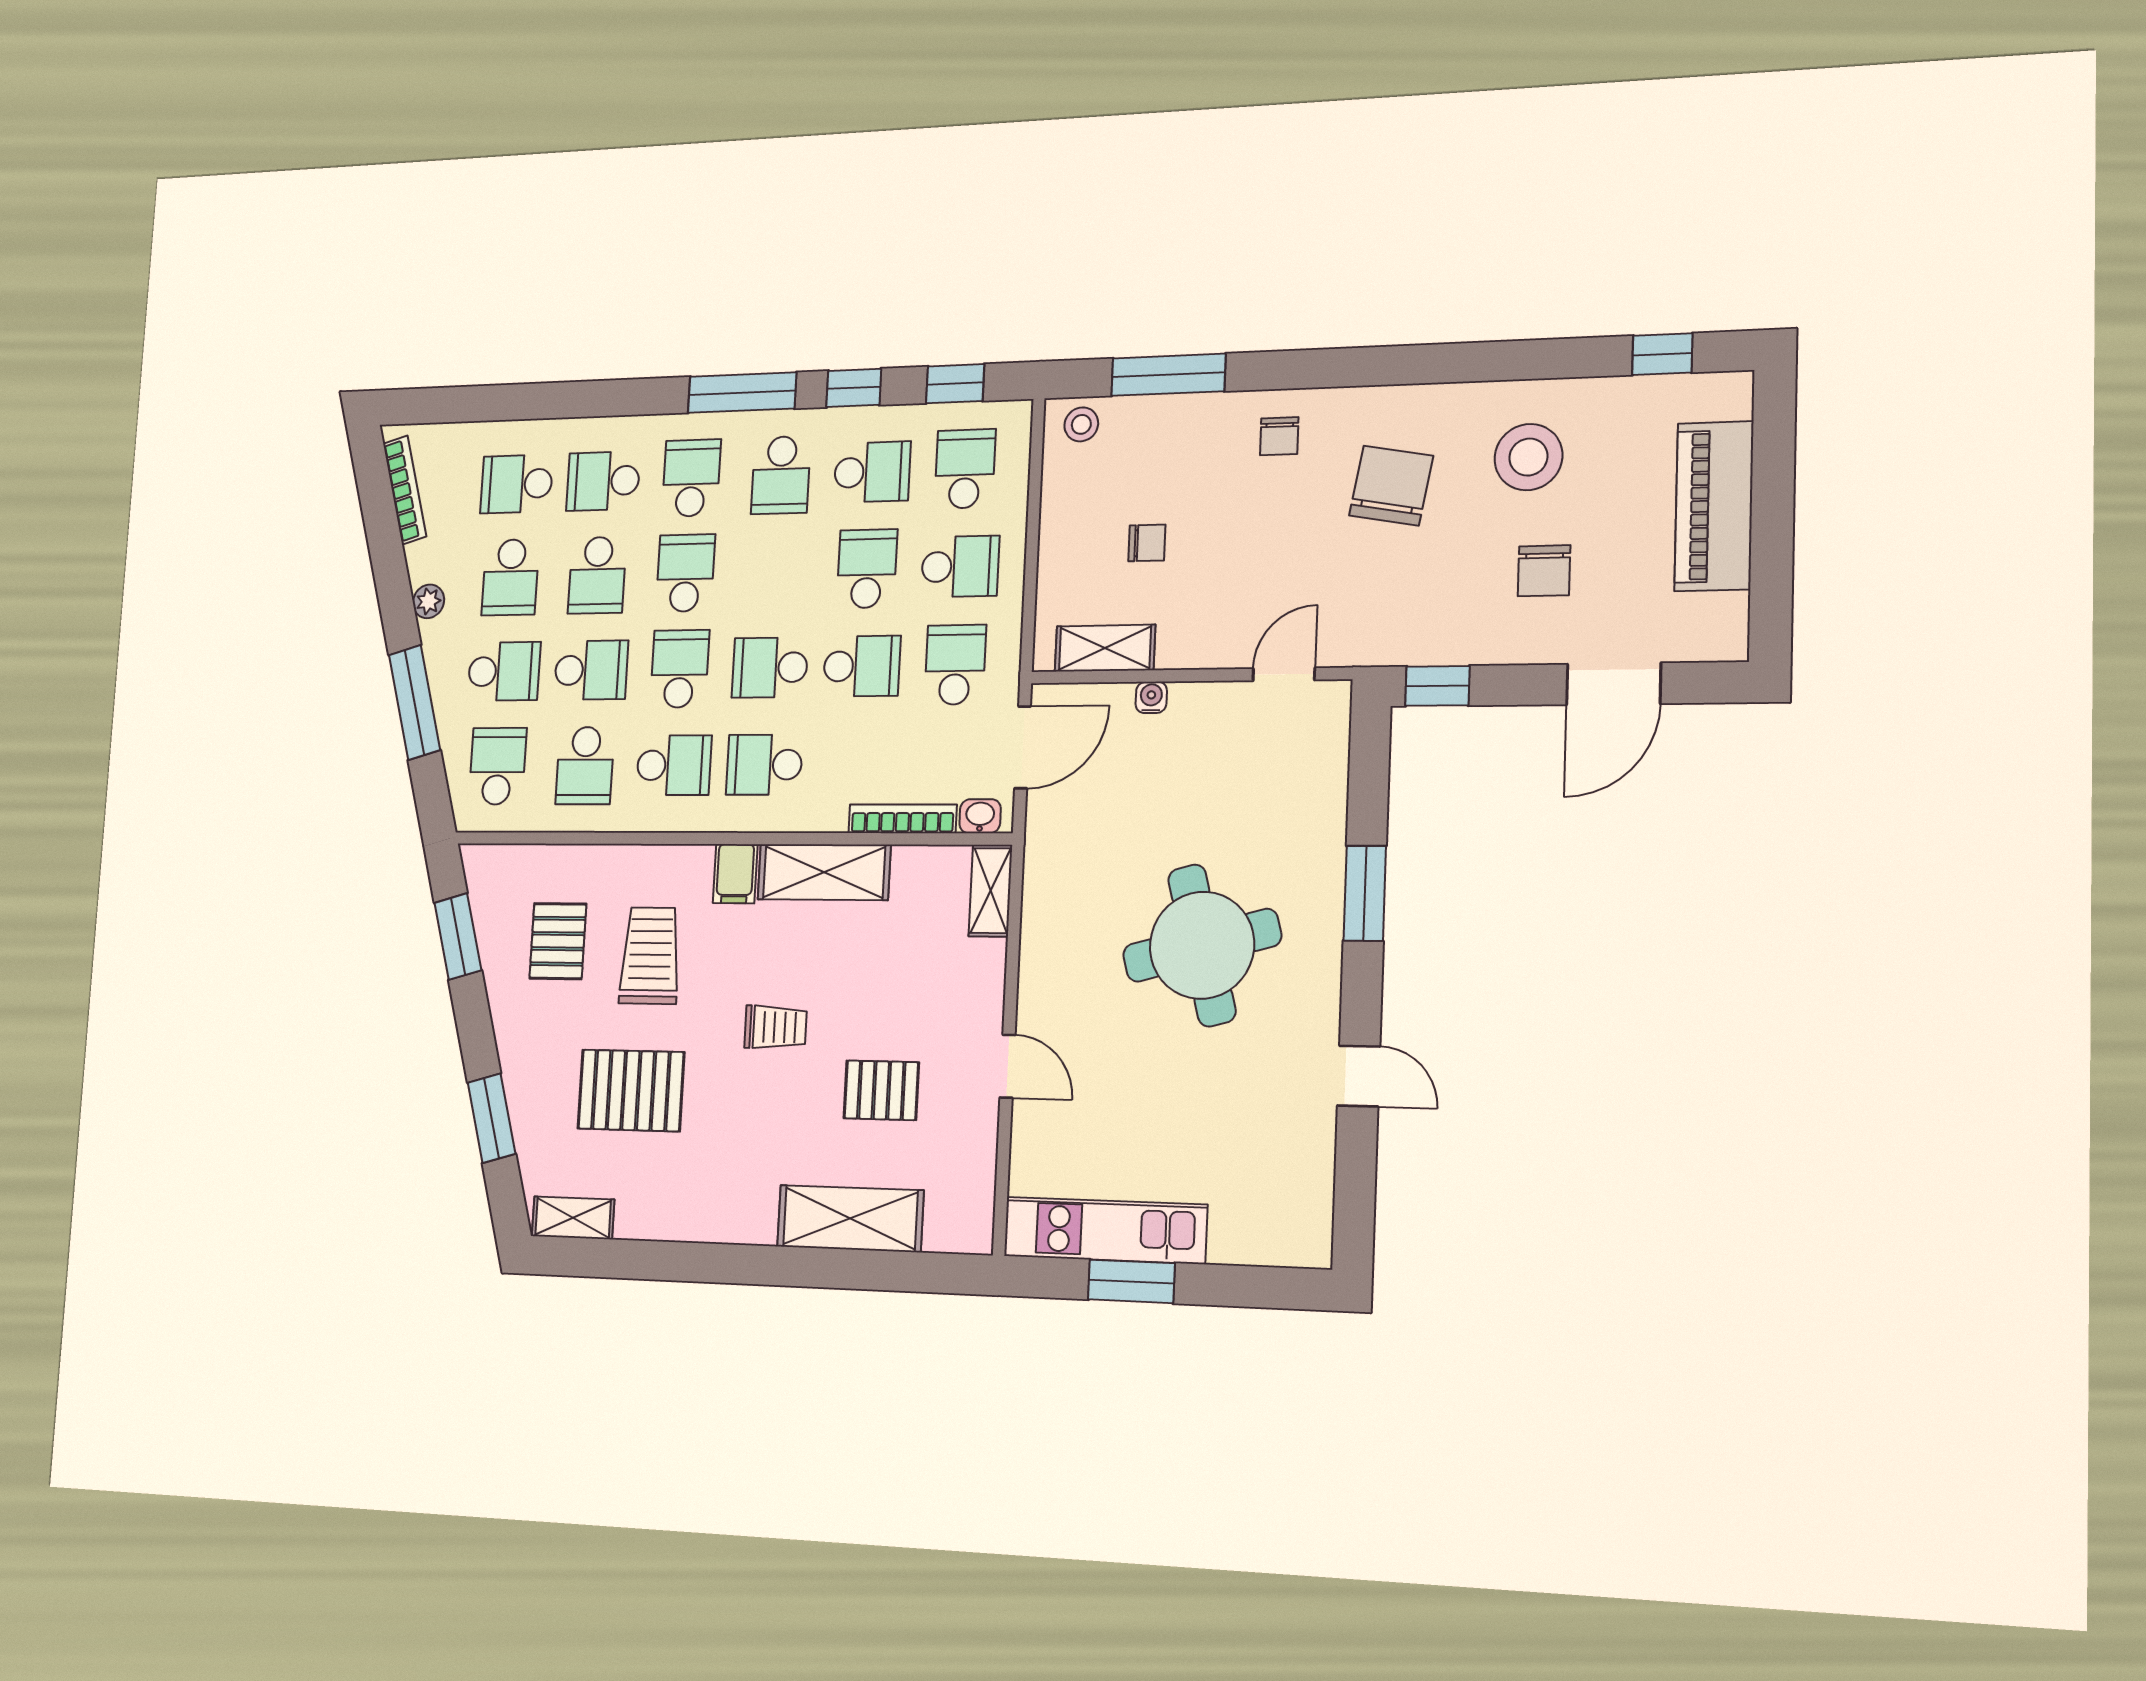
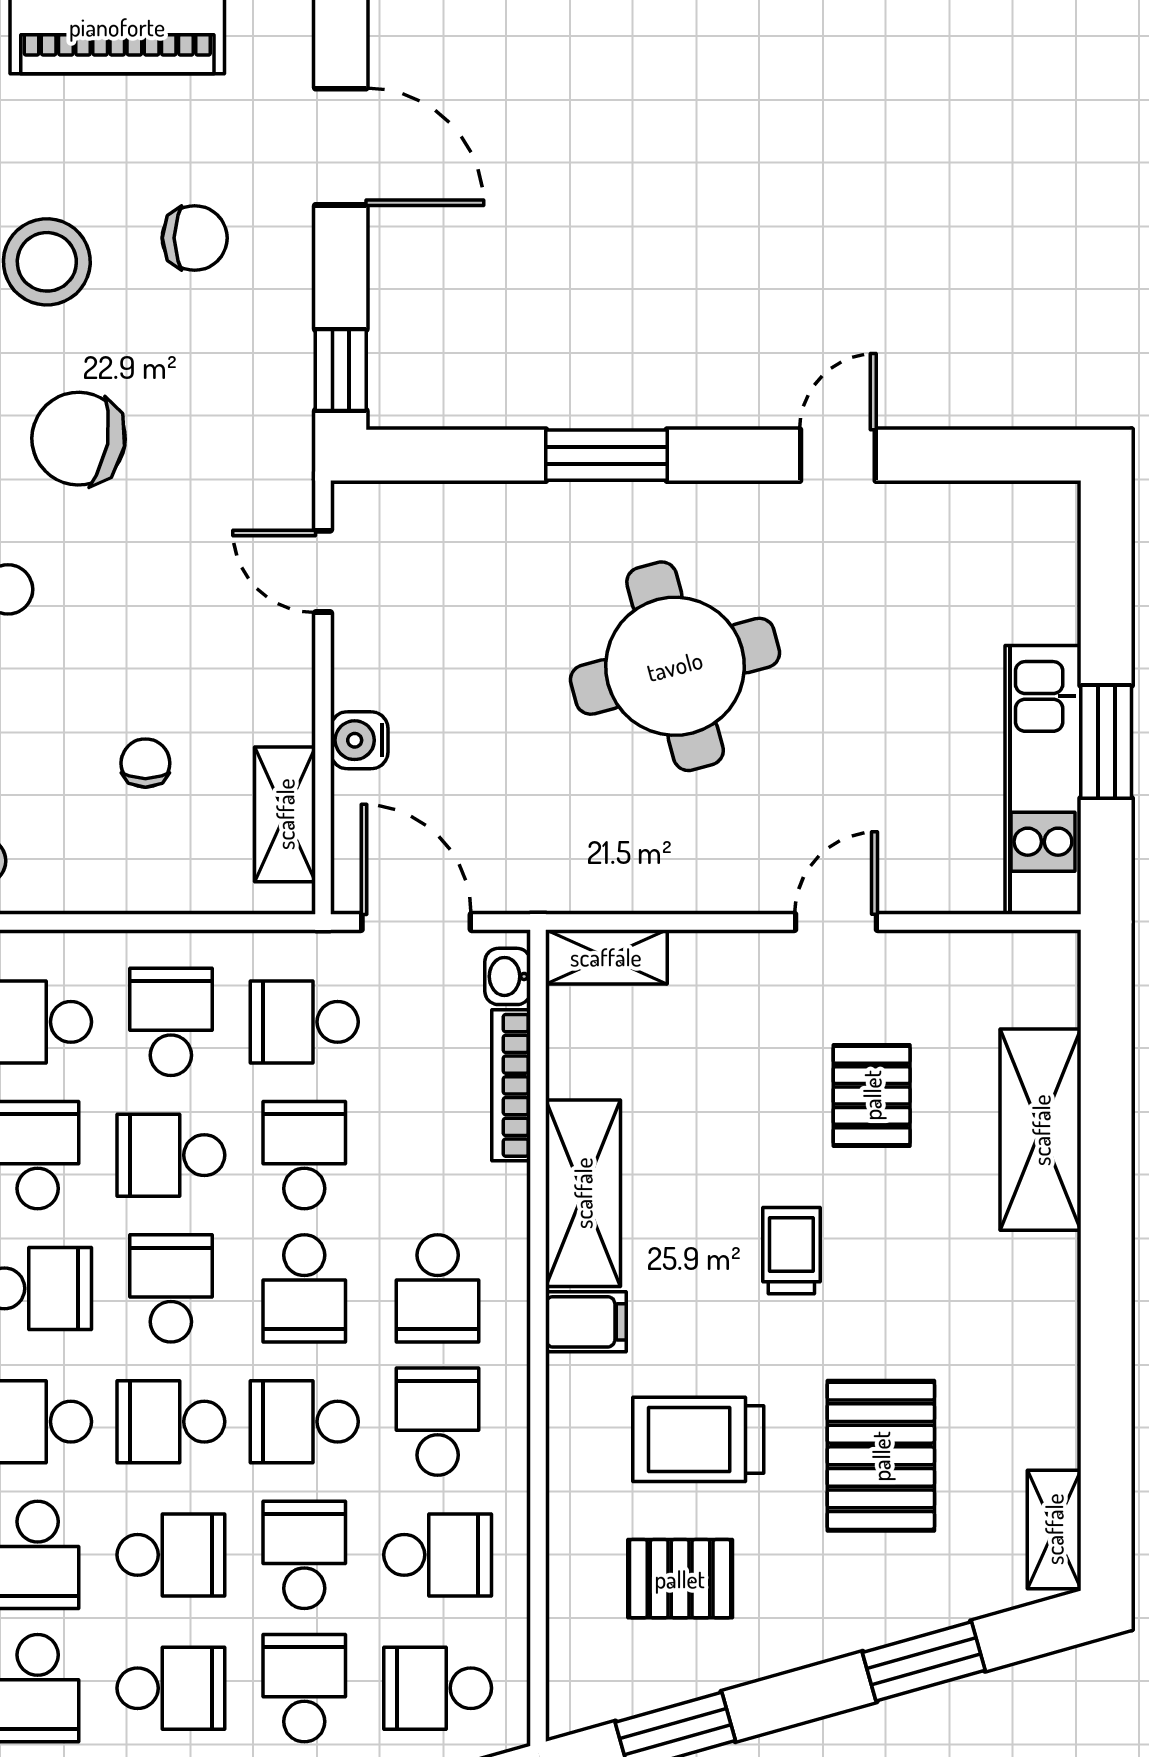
school desk: (775, 571) -> (171, 1288), added
water cooler: (1151, 697) -> (359, 740), width x1.38, depth x1.38

